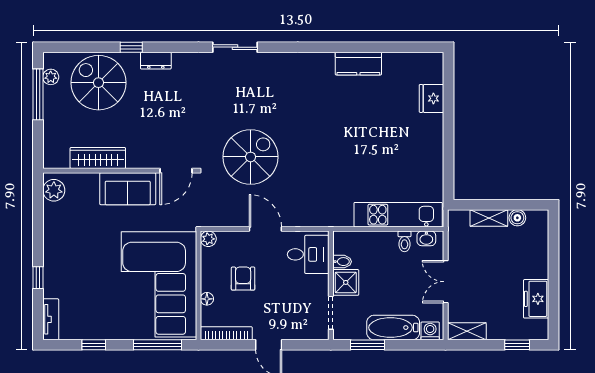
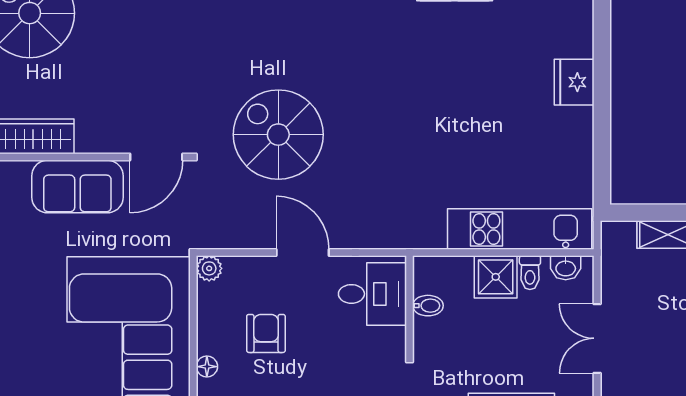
fridge: (432, 98) -> (574, 82), moved
spiral stairs: (251, 157) -> (278, 135), turned -90
shower: (346, 282) -> (496, 277), moved

